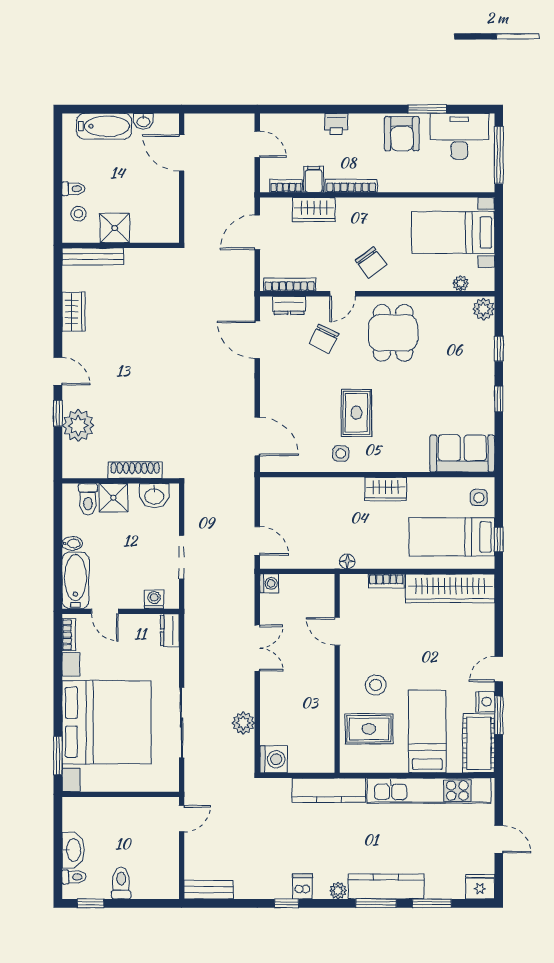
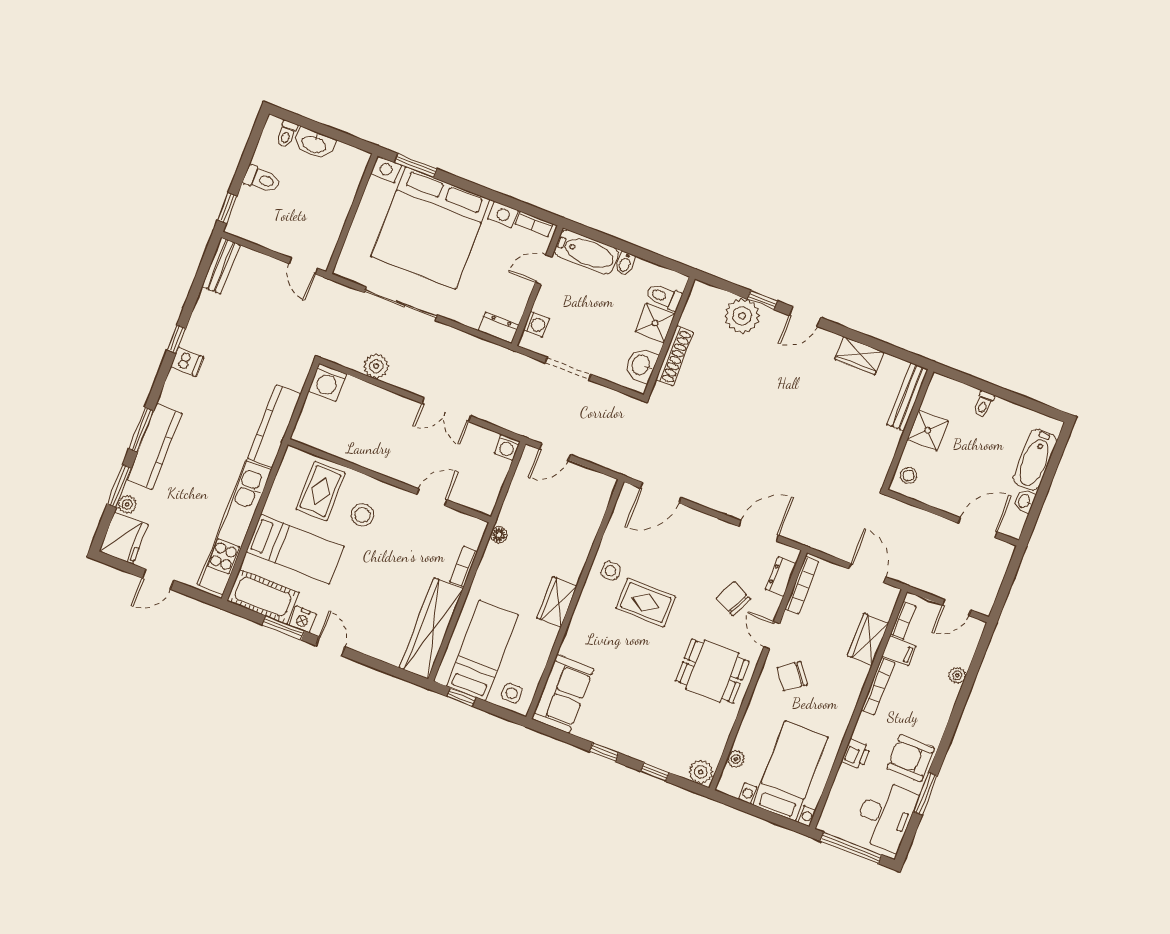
plant: (315, 121) -> (957, 675), added
printer: (336, 124) -> (856, 754), moved, turned 180
stool: (78, 214) -> (909, 475), moved
fridge: (480, 887) -> (124, 538), width x1.36, depth x1.34
plant: (338, 891) -> (127, 504), moved
window: (91, 903) -> (227, 208), moved

